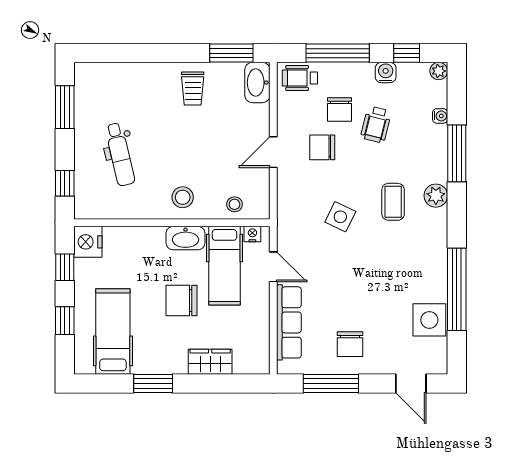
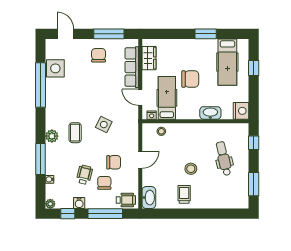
window: (231, 53) -> (163, 214), removed
stool: (183, 197) -> (191, 169), moved
washbasin: (186, 238) -> (210, 113), moved
window: (65, 267) -> (254, 97), removed
wardrobe: (210, 362) -> (149, 58), moved, turned -90

